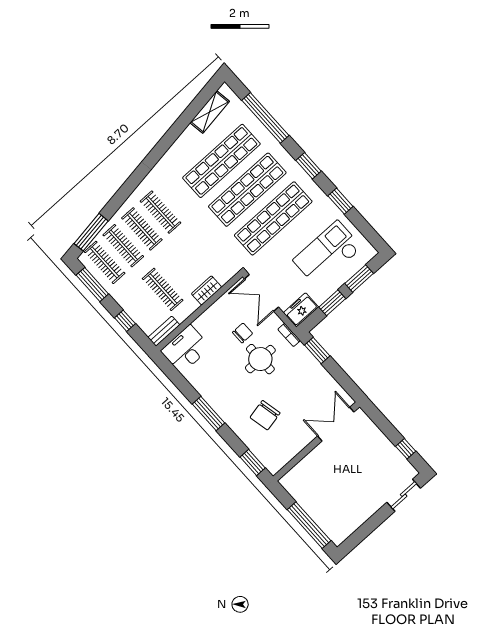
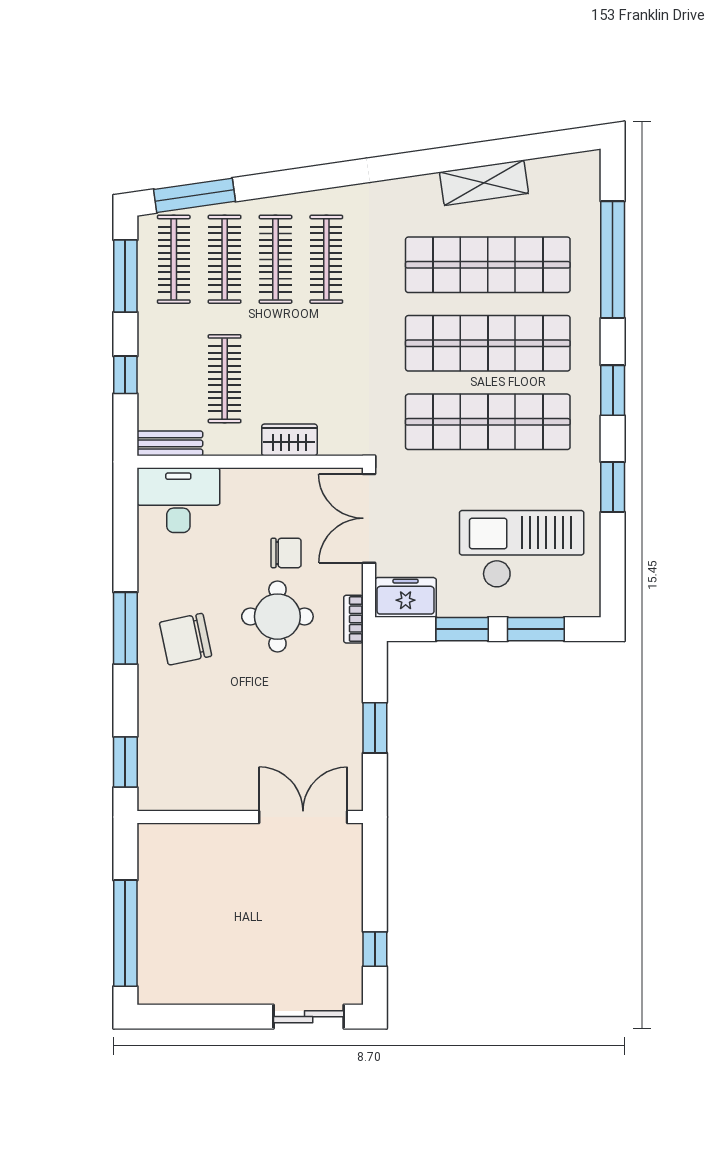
shelving: (210, 112) -> (484, 183), moved
window: (317, 350) -> (375, 728), moved
chair: (265, 415) -> (185, 639), moved

